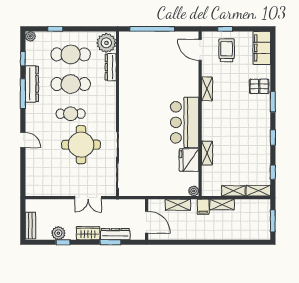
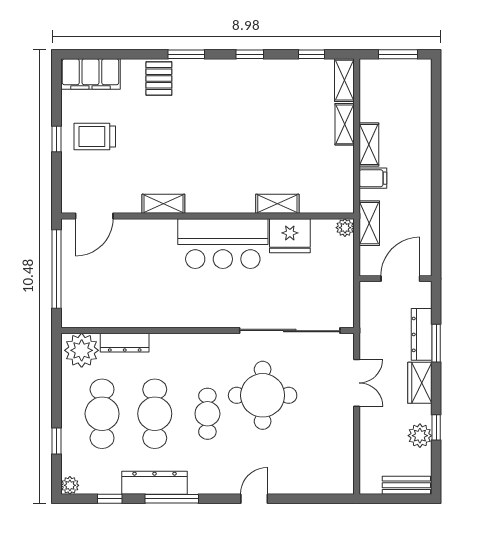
door: (200, 50) -> (94, 216), moved
shelving: (207, 89) -> (163, 204), moved
wall: (200, 114) -> (207, 216), moved
bar counter: (185, 122) -> (223, 244), moved
shelving: (207, 153) -> (277, 204), moved
fridge: (189, 160) -> (290, 236), moved
plant: (194, 191) -> (345, 228), moved

